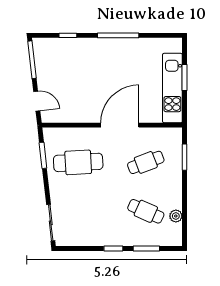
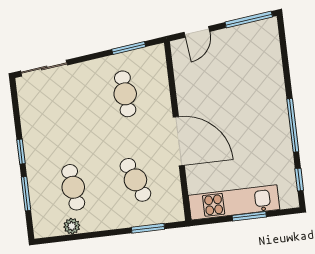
window: (68, 35) -> (299, 180), moved
cafe table: (78, 162) -> (125, 94), width x0.73, depth x0.74
cafe table: (146, 211) -> (73, 187), turned -30

